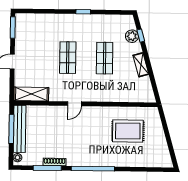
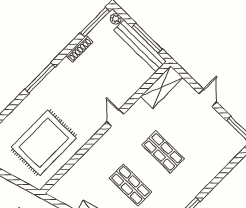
rug: (128, 131) -> (44, 143), width x1.37, depth x1.44
window: (47, 168) -> (95, 22), moved
window: (93, 169) -> (40, 78), width x0.68

